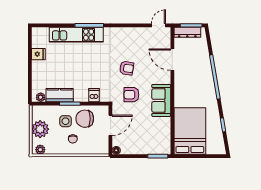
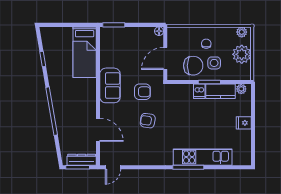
fridge: (38, 54) -> (244, 123), moved
dishwasher: (94, 95) -> (199, 91), moved
bed: (190, 131) -> (85, 52), width x0.67

